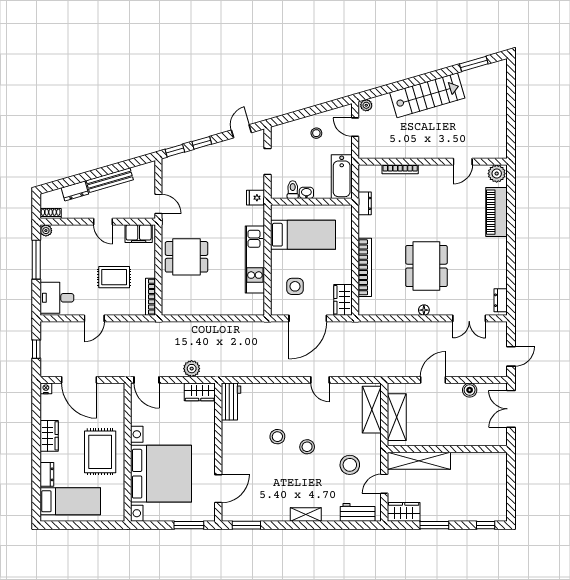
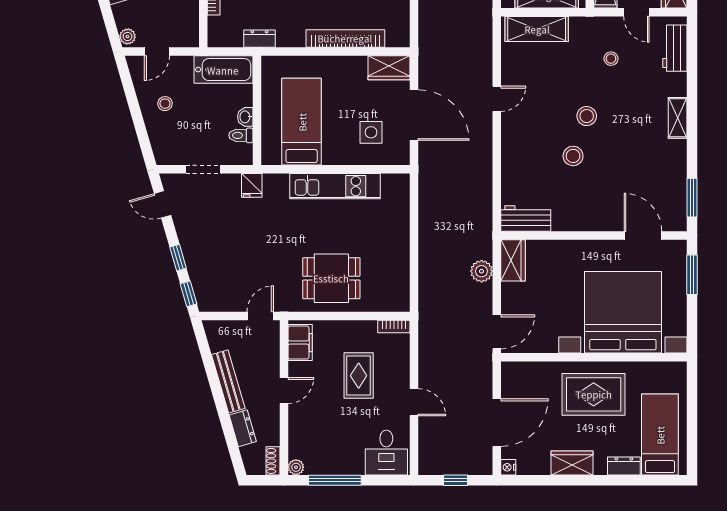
dining table: (187, 257) -> (331, 278), turned 90
bookcase: (151, 297) -> (394, 327), width x0.64
stool: (350, 465) -> (611, 59), width x0.53, depth x0.53

